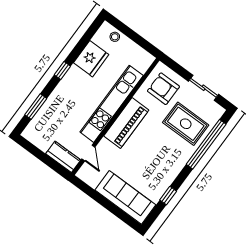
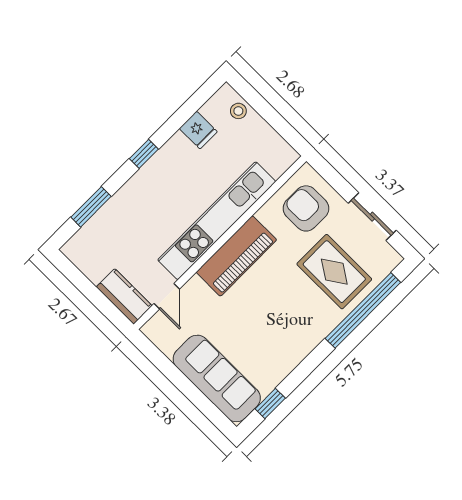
fridge: (91, 59) -> (198, 130), width x0.53, depth x0.75
window: (168, 196) -> (270, 403), moved

